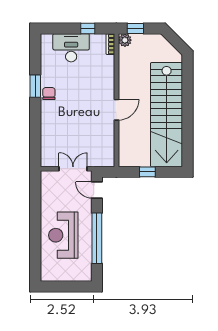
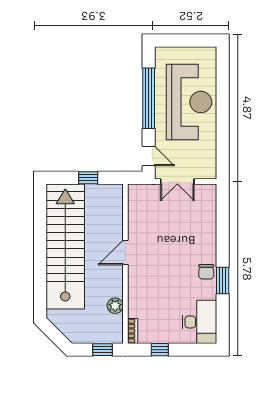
plant: (125, 40) -> (115, 306), moved
desk: (71, 48) -> (199, 322), moved, turned -90
reception desk: (63, 235) -> (189, 102), width x1.36, depth x1.30

